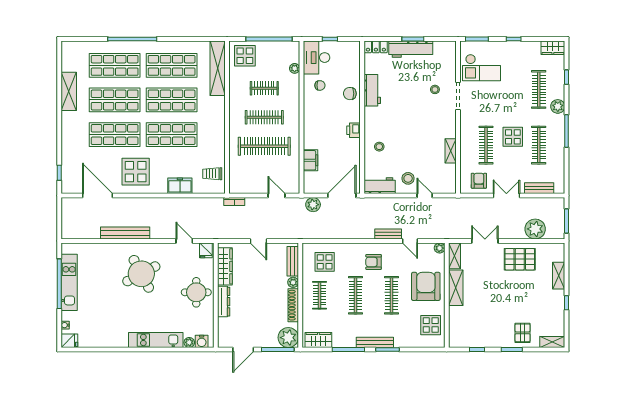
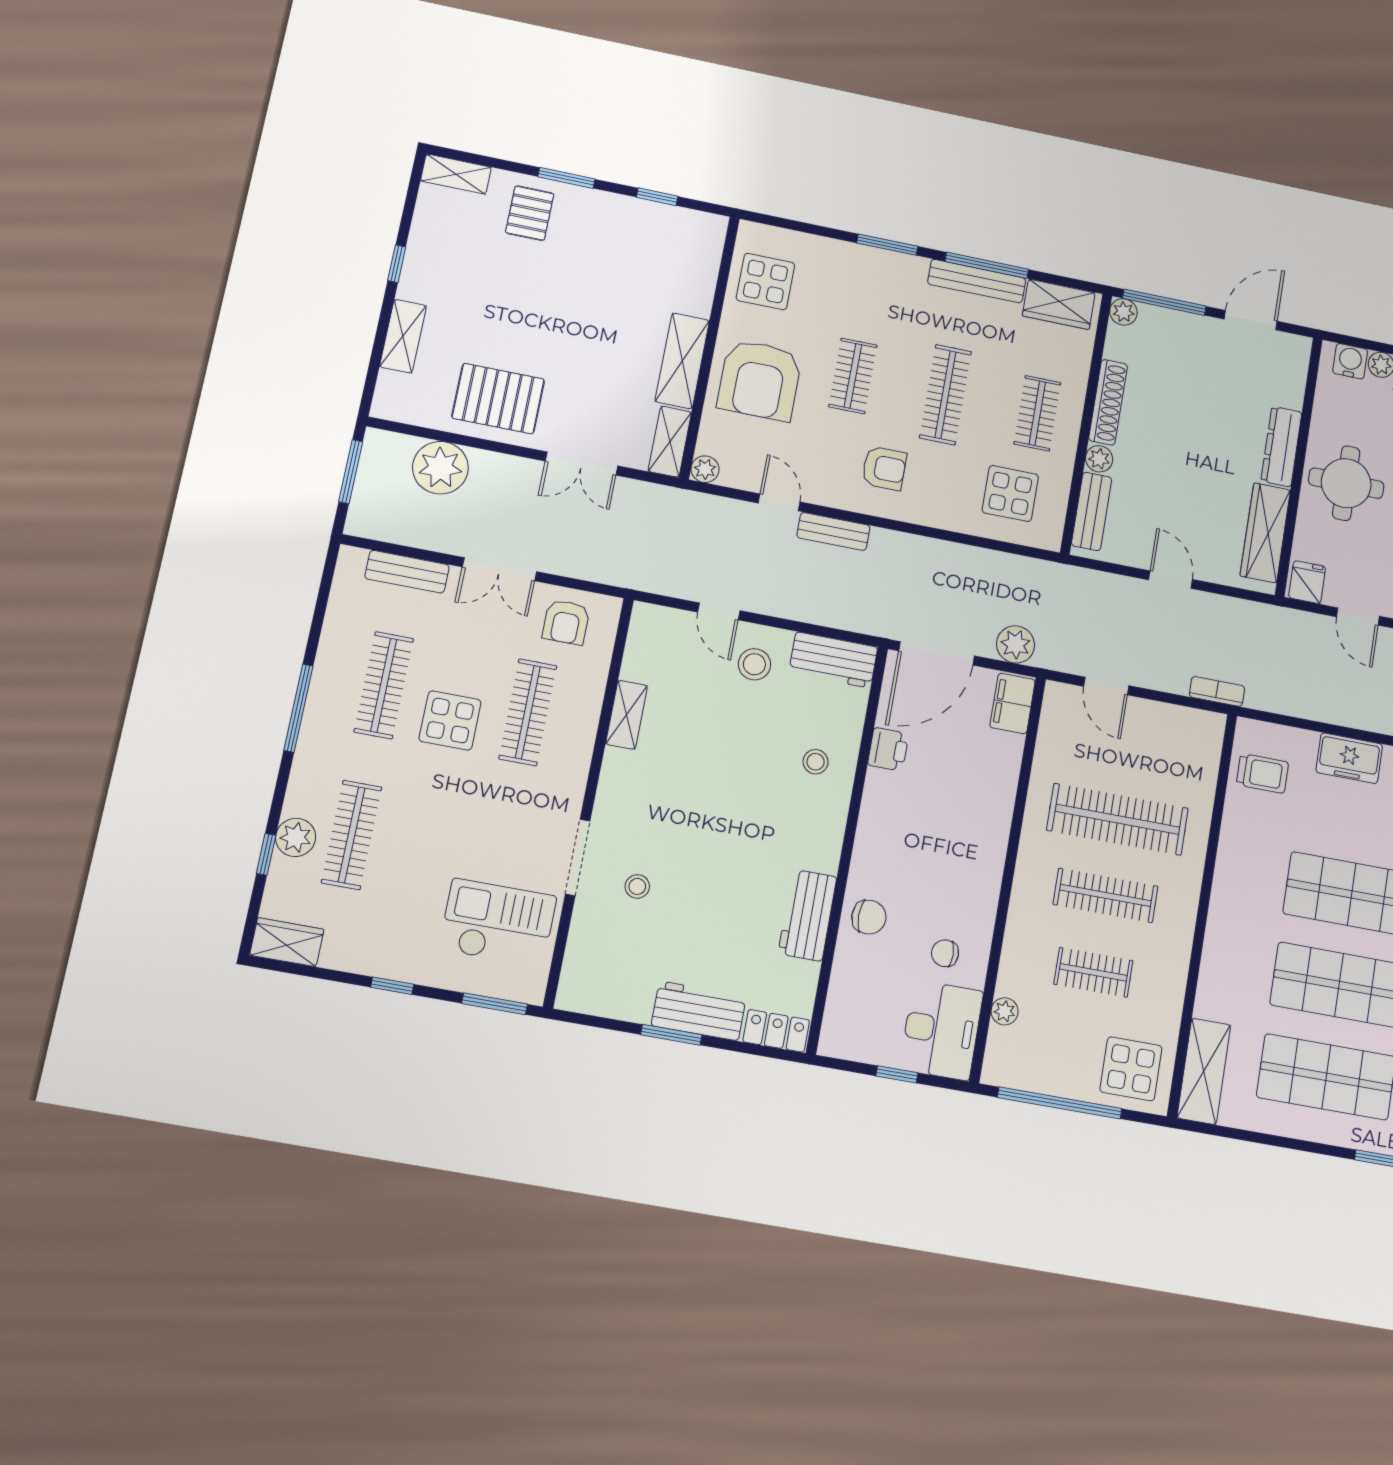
workbench: (411, 49) -> (699, 1011), width x0.73
shelving: (218, 68) -> (1204, 1071), width x0.68
plant: (558, 106) -> (296, 837), moved
printer: (354, 130) -> (888, 749), moved
filing cabinet: (311, 160) -> (1013, 703), moved
clothes rail: (391, 295) -> (853, 376), width x0.73
plant: (288, 338) -> (1123, 312), width x0.53, depth x0.53
bench: (375, 342) -> (977, 281), moved

